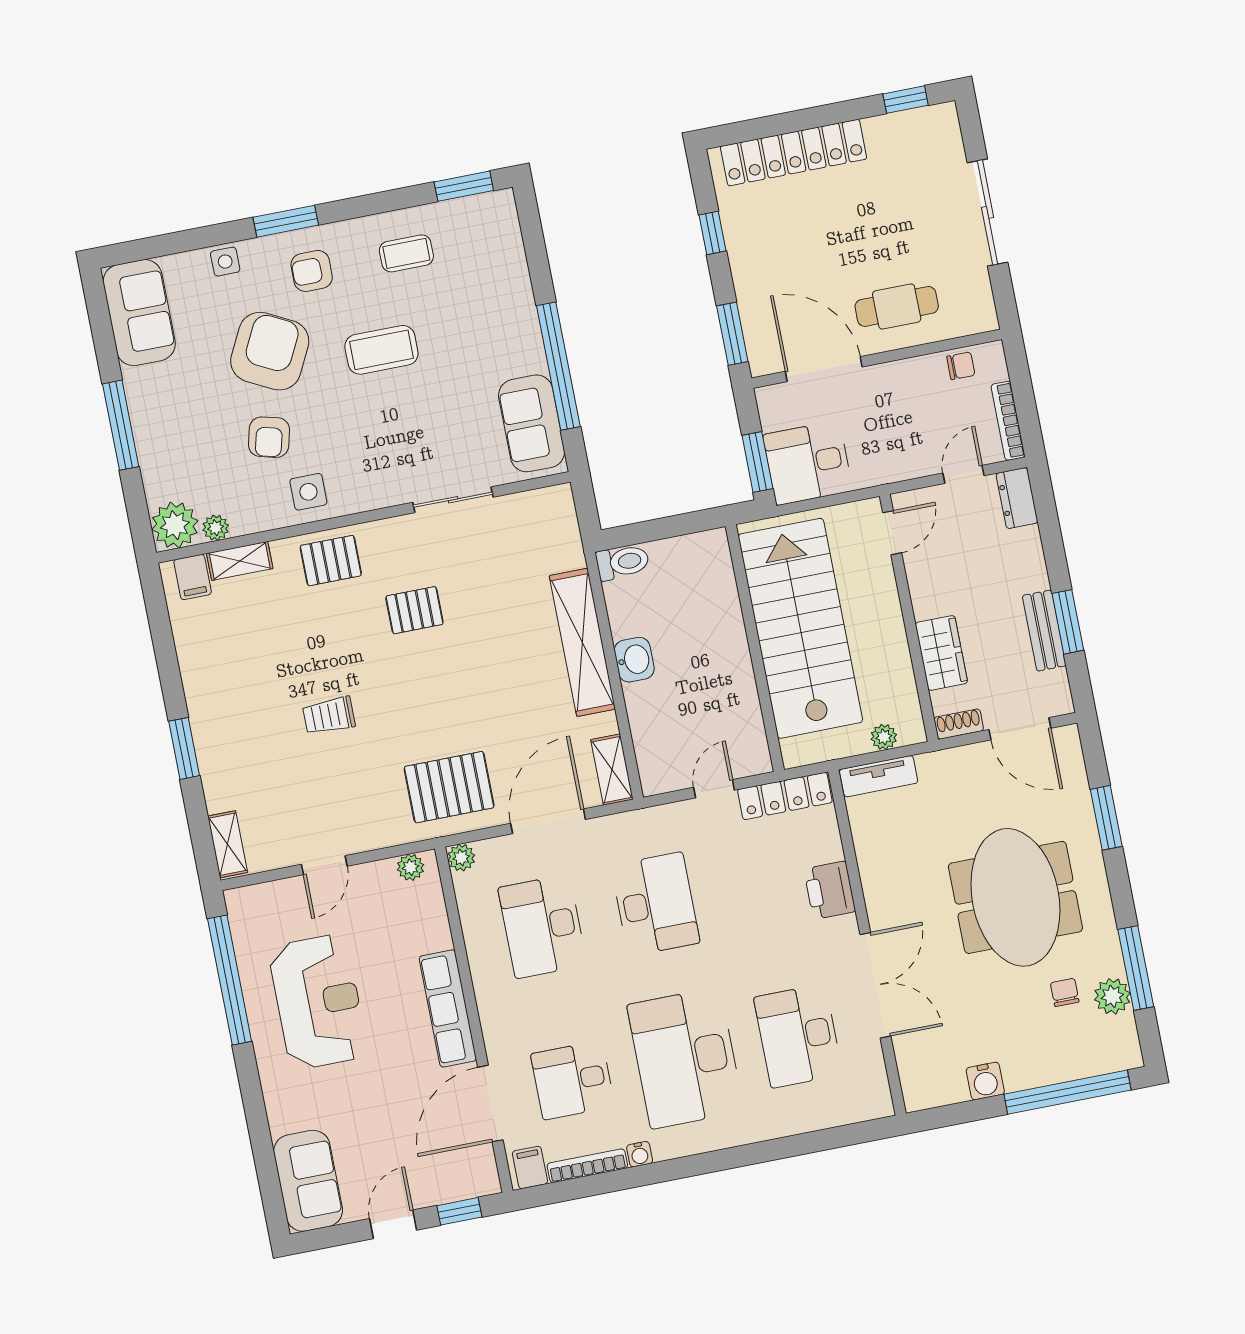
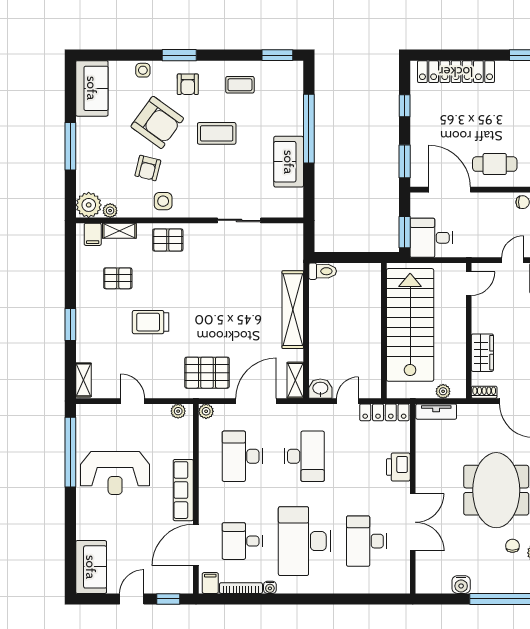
armchair: (312, 271) -> (188, 84), turned -90
armchair: (270, 351) -> (157, 122), turned 99
window: (558, 366) -> (309, 129), moved
sofa: (532, 423) -> (289, 162), moved
pallet: (414, 610) -> (118, 278), moved
washbasin: (634, 660) -> (320, 389), moved, turned -90
trolley: (329, 716) -> (151, 322), width x1.36, depth x1.39
door: (324, 865) -> (133, 401), swing flipped
reception desk: (318, 1002) -> (115, 473), turned 90

